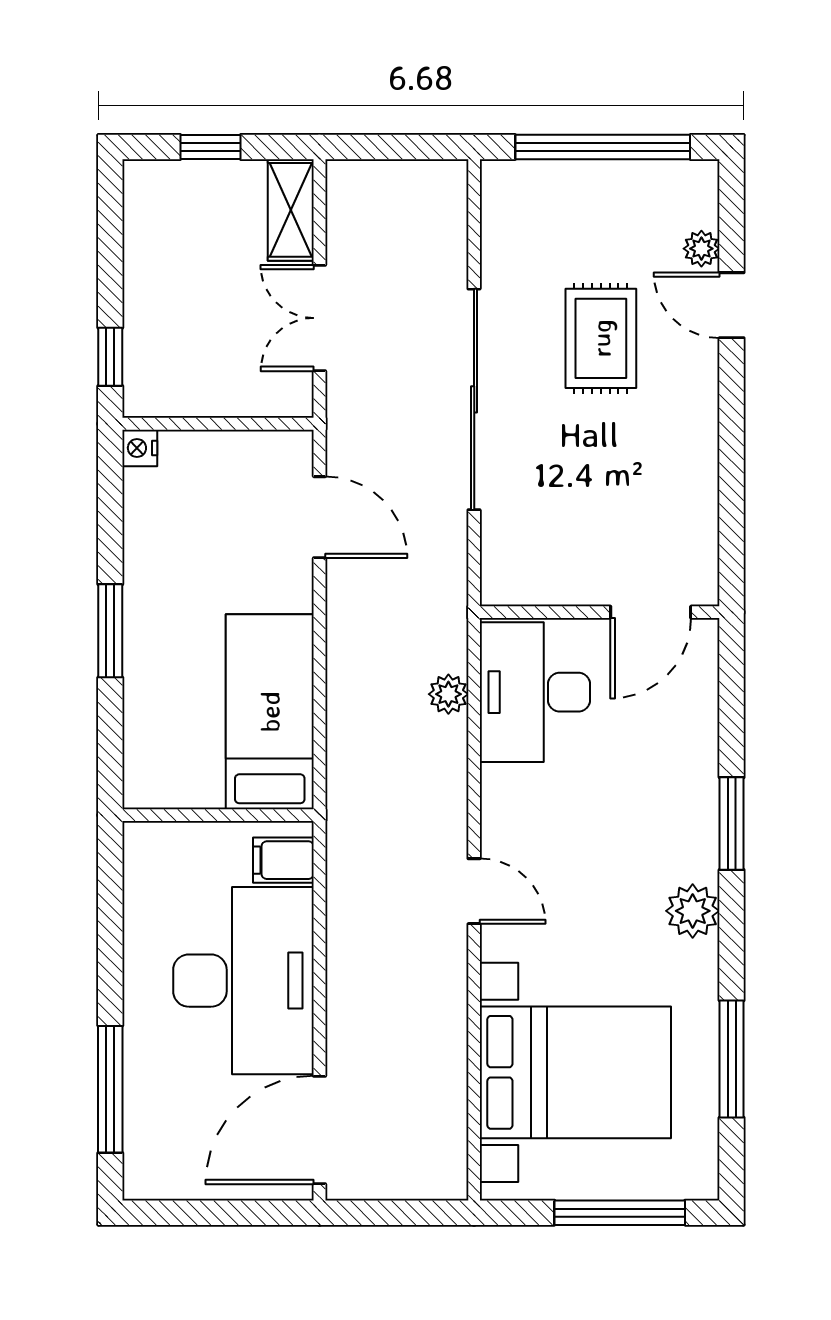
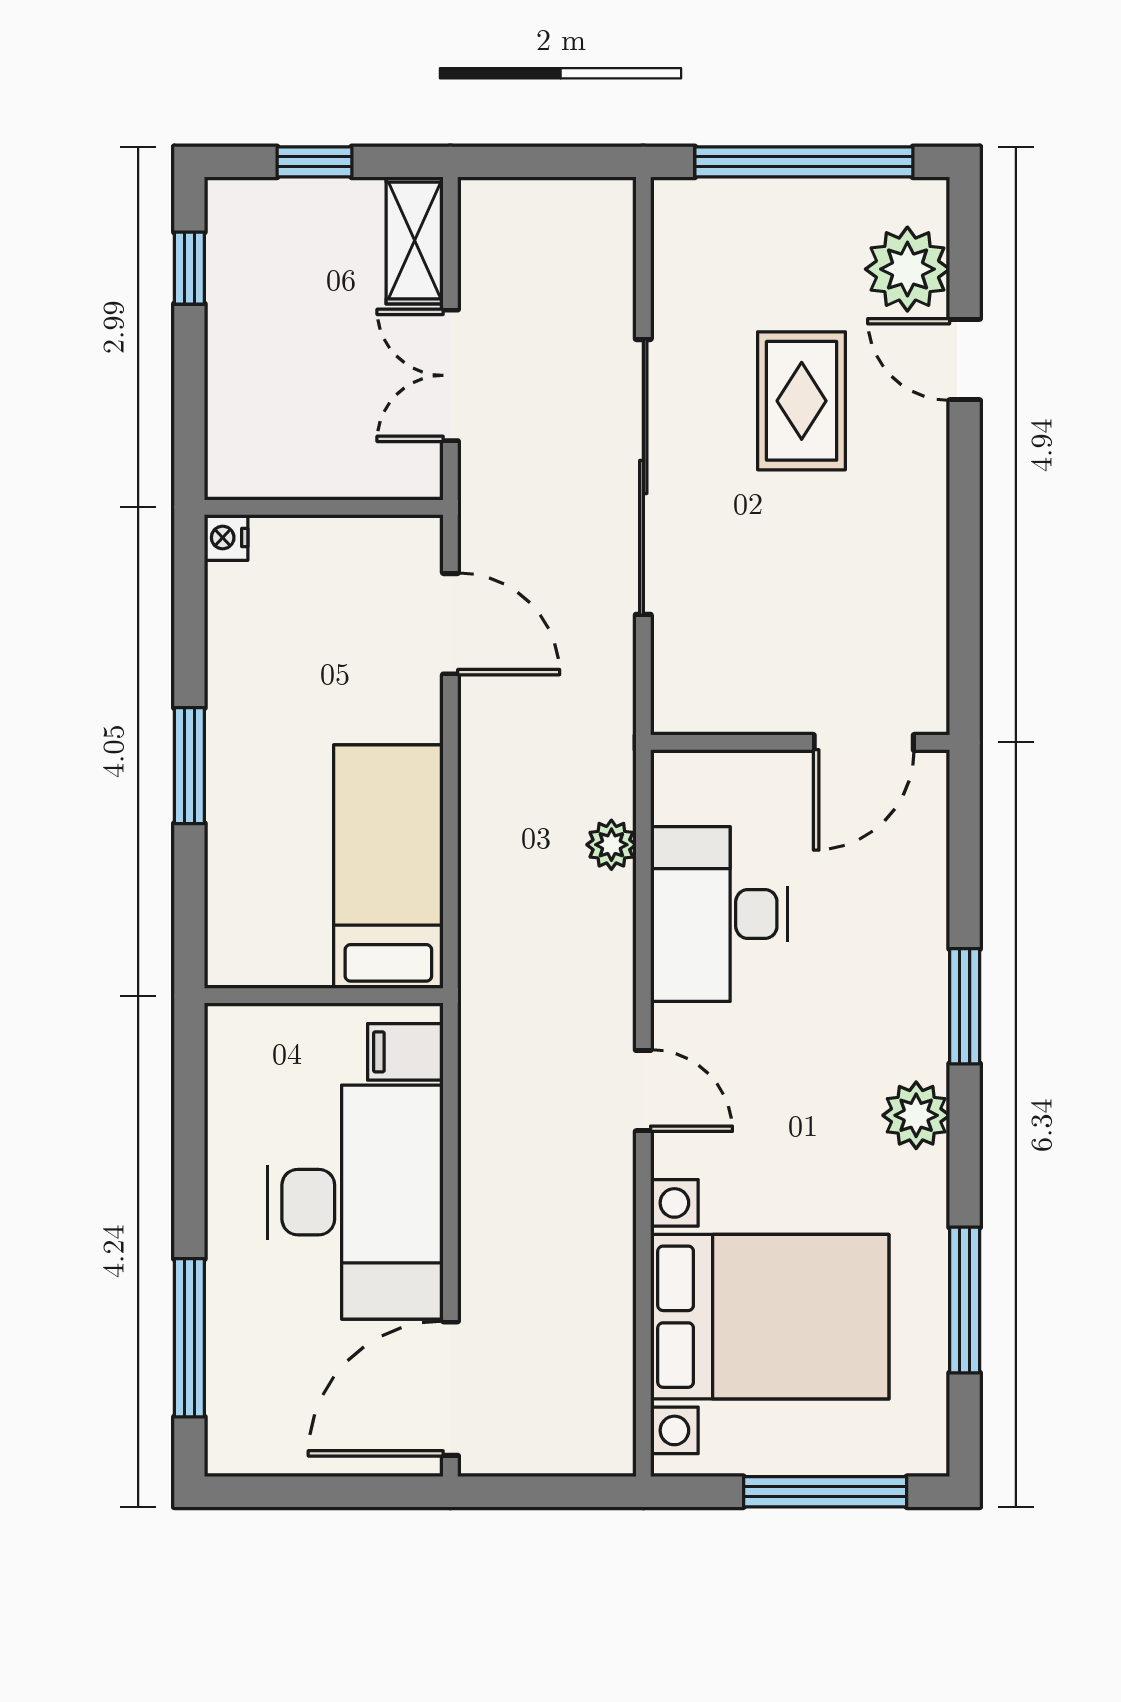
plant: (701, 249) -> (907, 269), width x1.88, depth x1.88
window: (110, 357) -> (189, 268), moved
desk: (535, 692) -> (719, 914), moved

